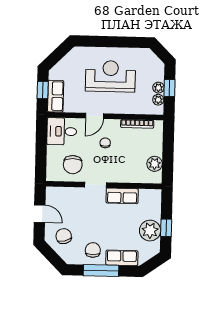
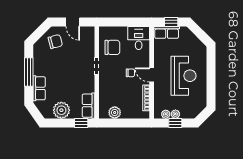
door: (95, 116) -> (152, 75), moved
chair: (73, 165) -> (112, 47), turned 180
row of seats: (122, 196) -> (88, 106), moved
door: (40, 214) -> (73, 22), hinge flipped
window: (166, 228) -> (81, 123), moved
chair: (93, 250) -> (45, 65), removed

